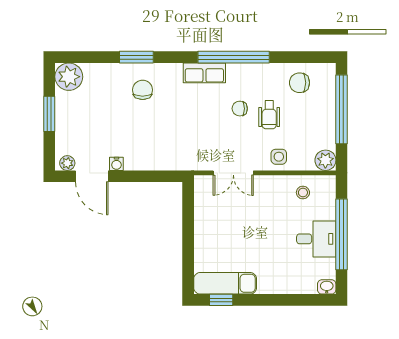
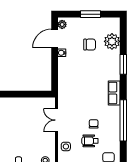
row of seats: (204, 73) -> (114, 93), moved
plant: (69, 77) -> (112, 41), moved
chair: (143, 90) -> (90, 45), moved

